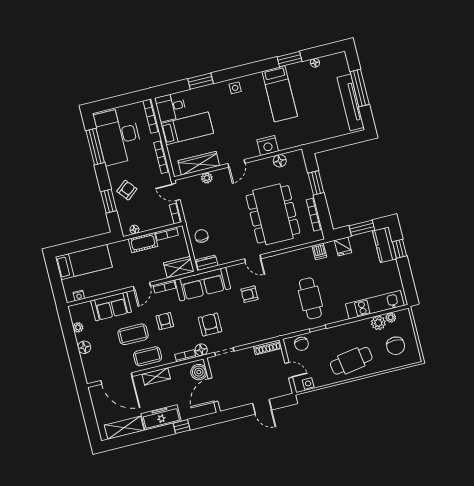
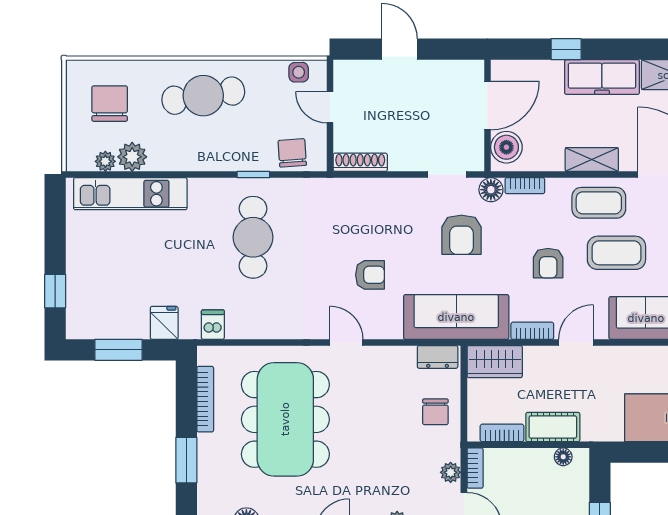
plant: (187, 208) -> (451, 472), added
kitchen counter: (385, 245) -> (82, 306), removed

